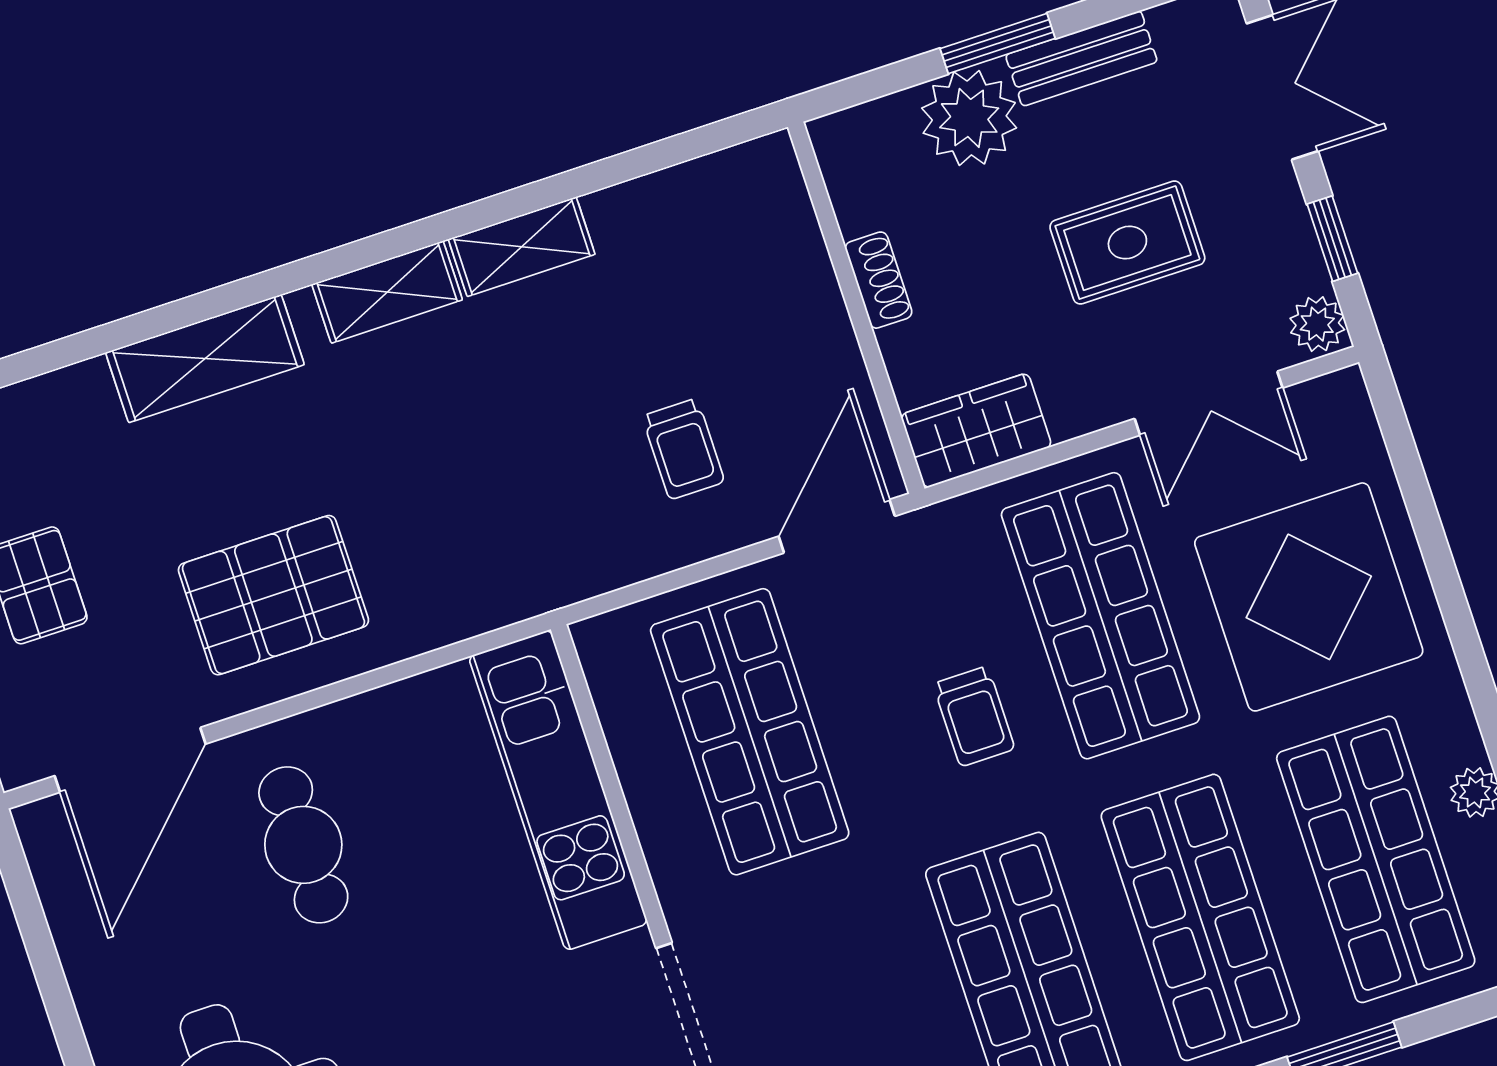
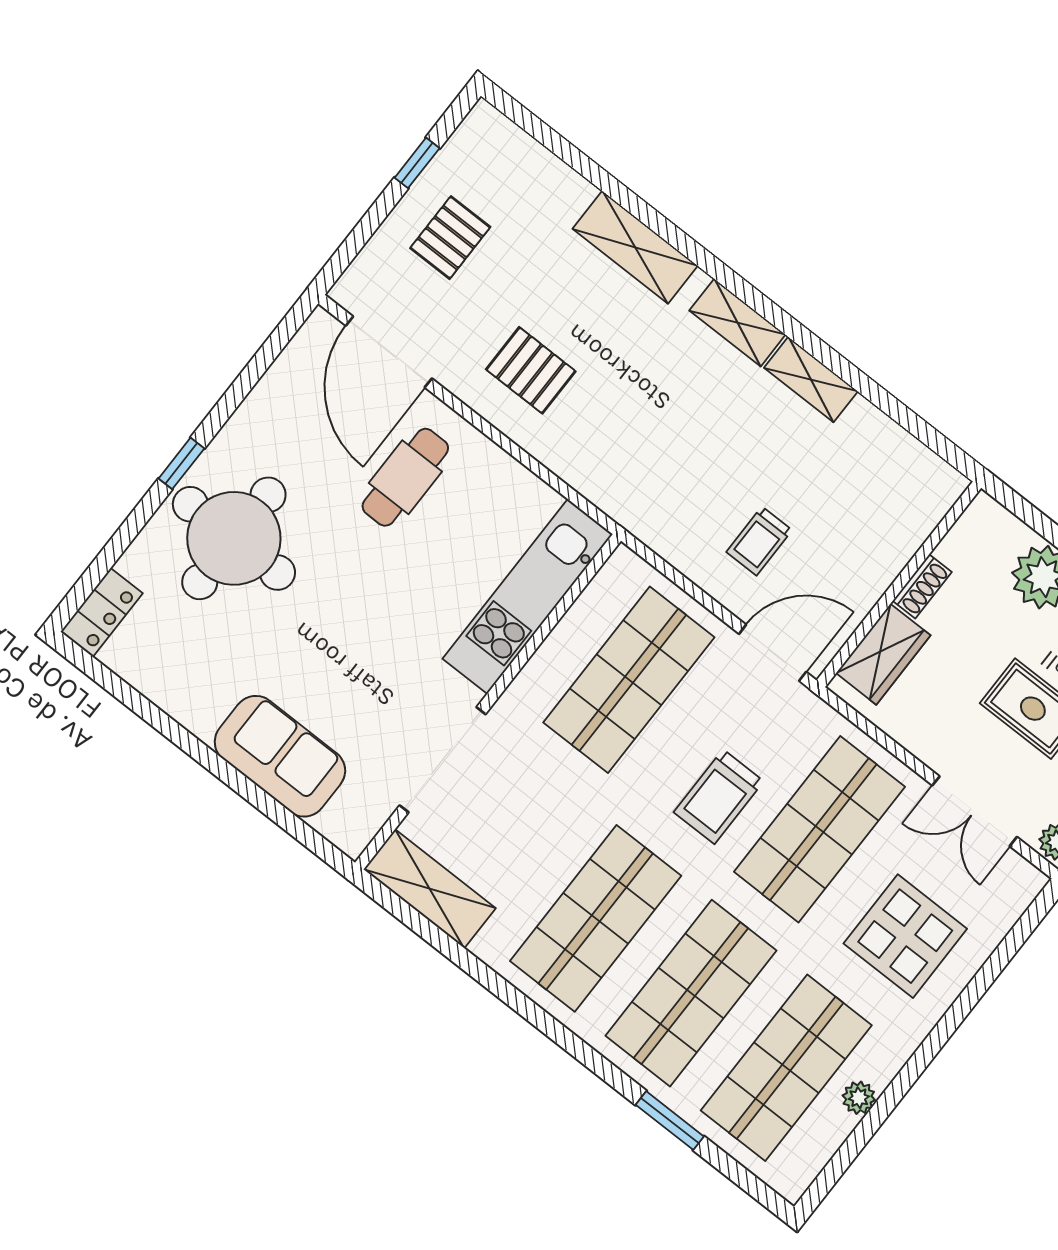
wardrobe: (976, 431) -> (883, 654), moved, turned 90
pallet: (273, 595) -> (531, 370), width x0.67, depth x0.71
display table: (1309, 597) -> (905, 936), width x0.73, depth x0.73
trolley: (974, 716) -> (719, 797), width x1.36, depth x1.39
door: (130, 760) -> (389, 352), hinge flipped

